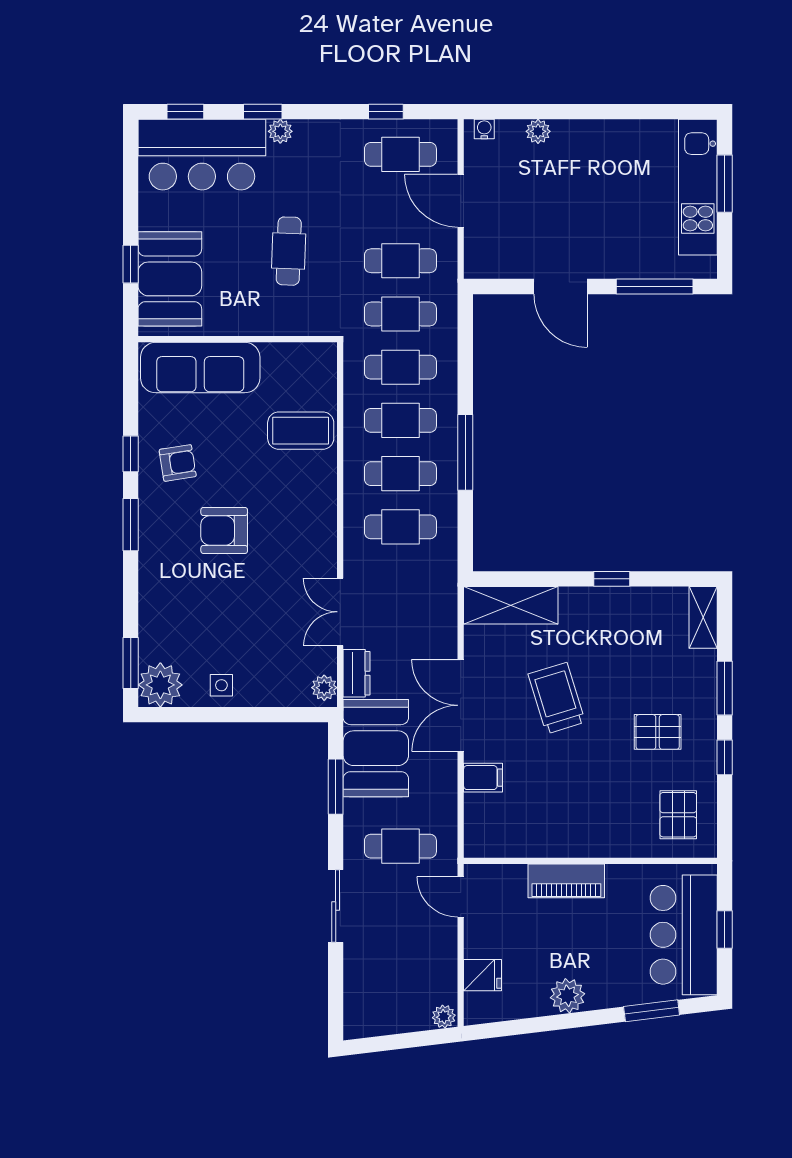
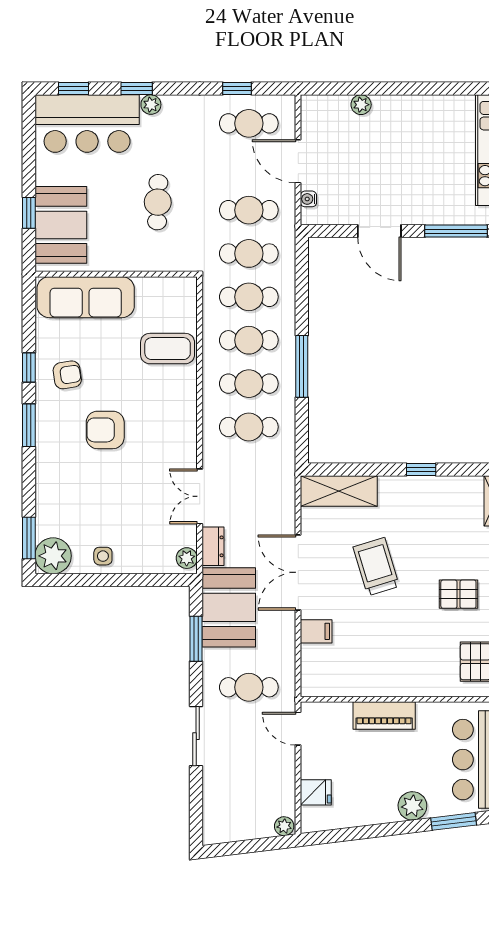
water cooler: (484, 129) -> (308, 199), moved, turned -90
plant: (567, 996) -> (412, 806), moved

